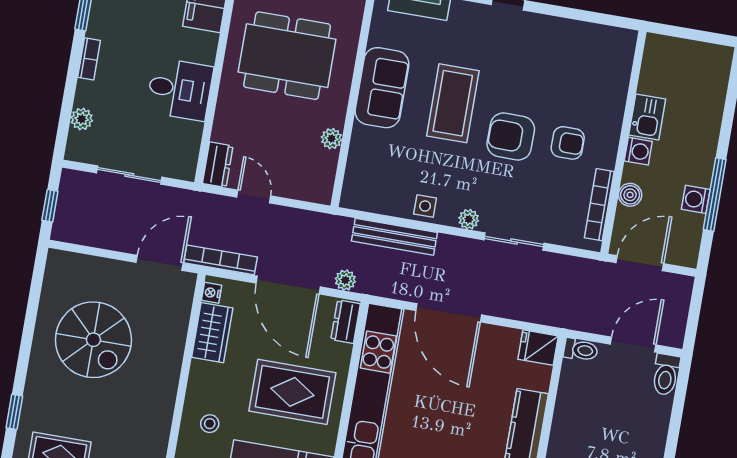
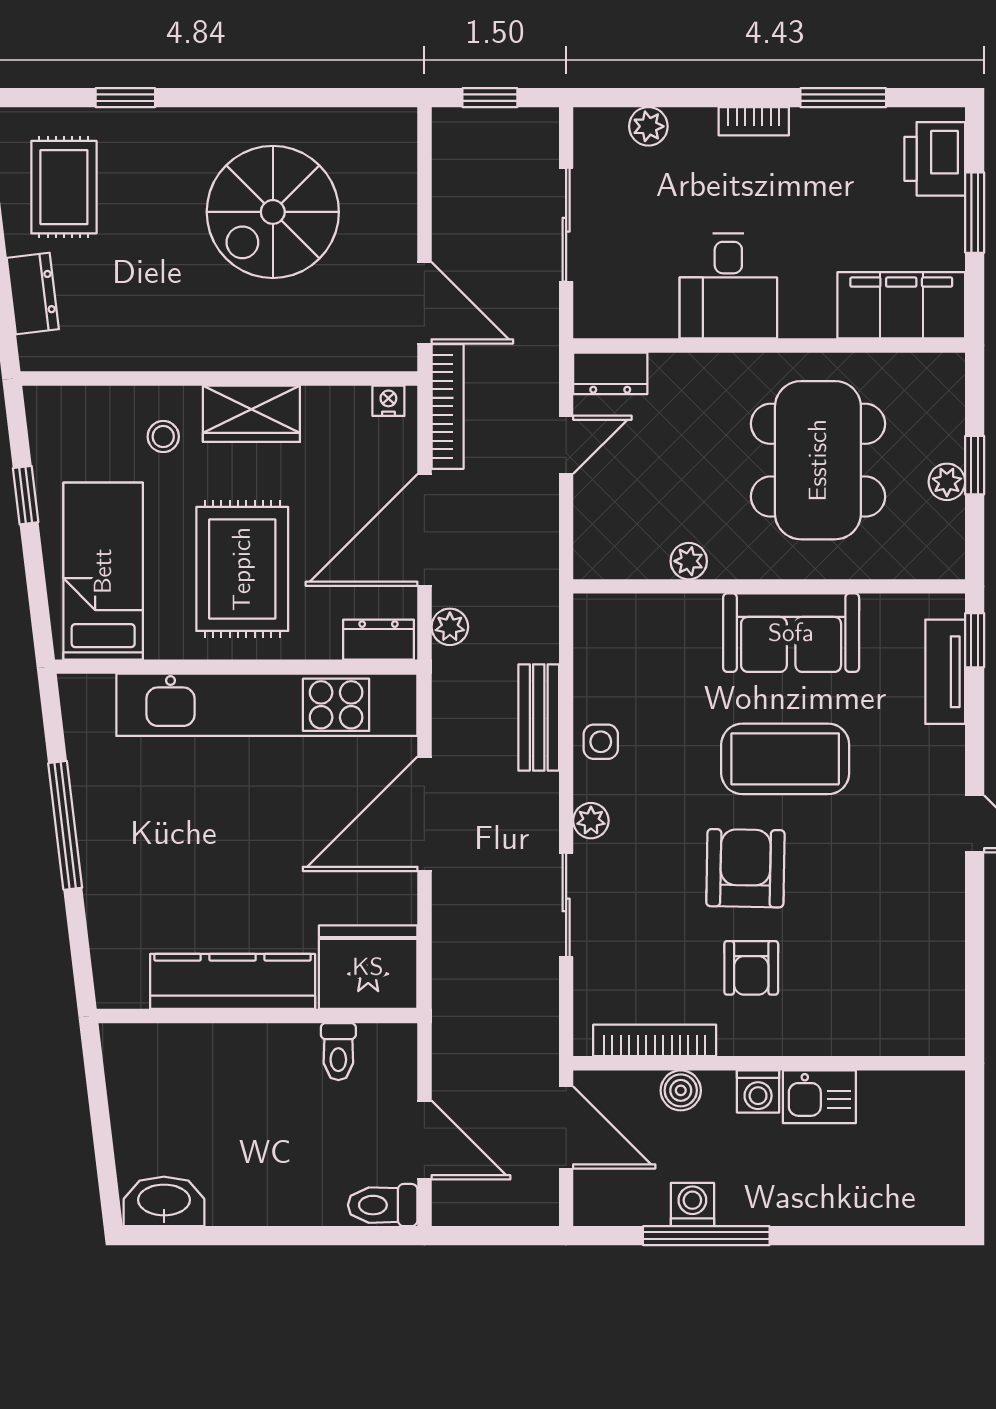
bench: (394, 237) -> (539, 718), width x0.73
wardrobe: (212, 333) -> (251, 414), moved
fridge: (538, 348) -> (368, 967), width x1.88, depth x1.34
toilet: (581, 350) -> (338, 1052), moved

